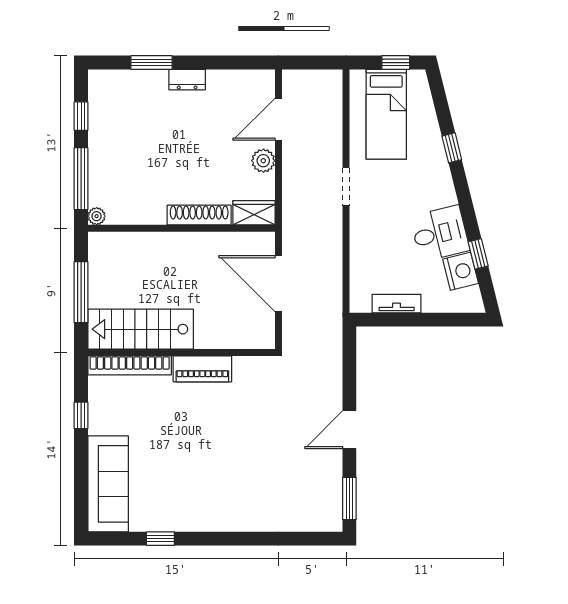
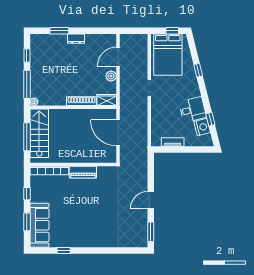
bed: (386, 114) -> (168, 55), width x1.50
stairs: (141, 329) -> (39, 133), moved, turned 90
window: (81, 476) -> (27, 222), added

